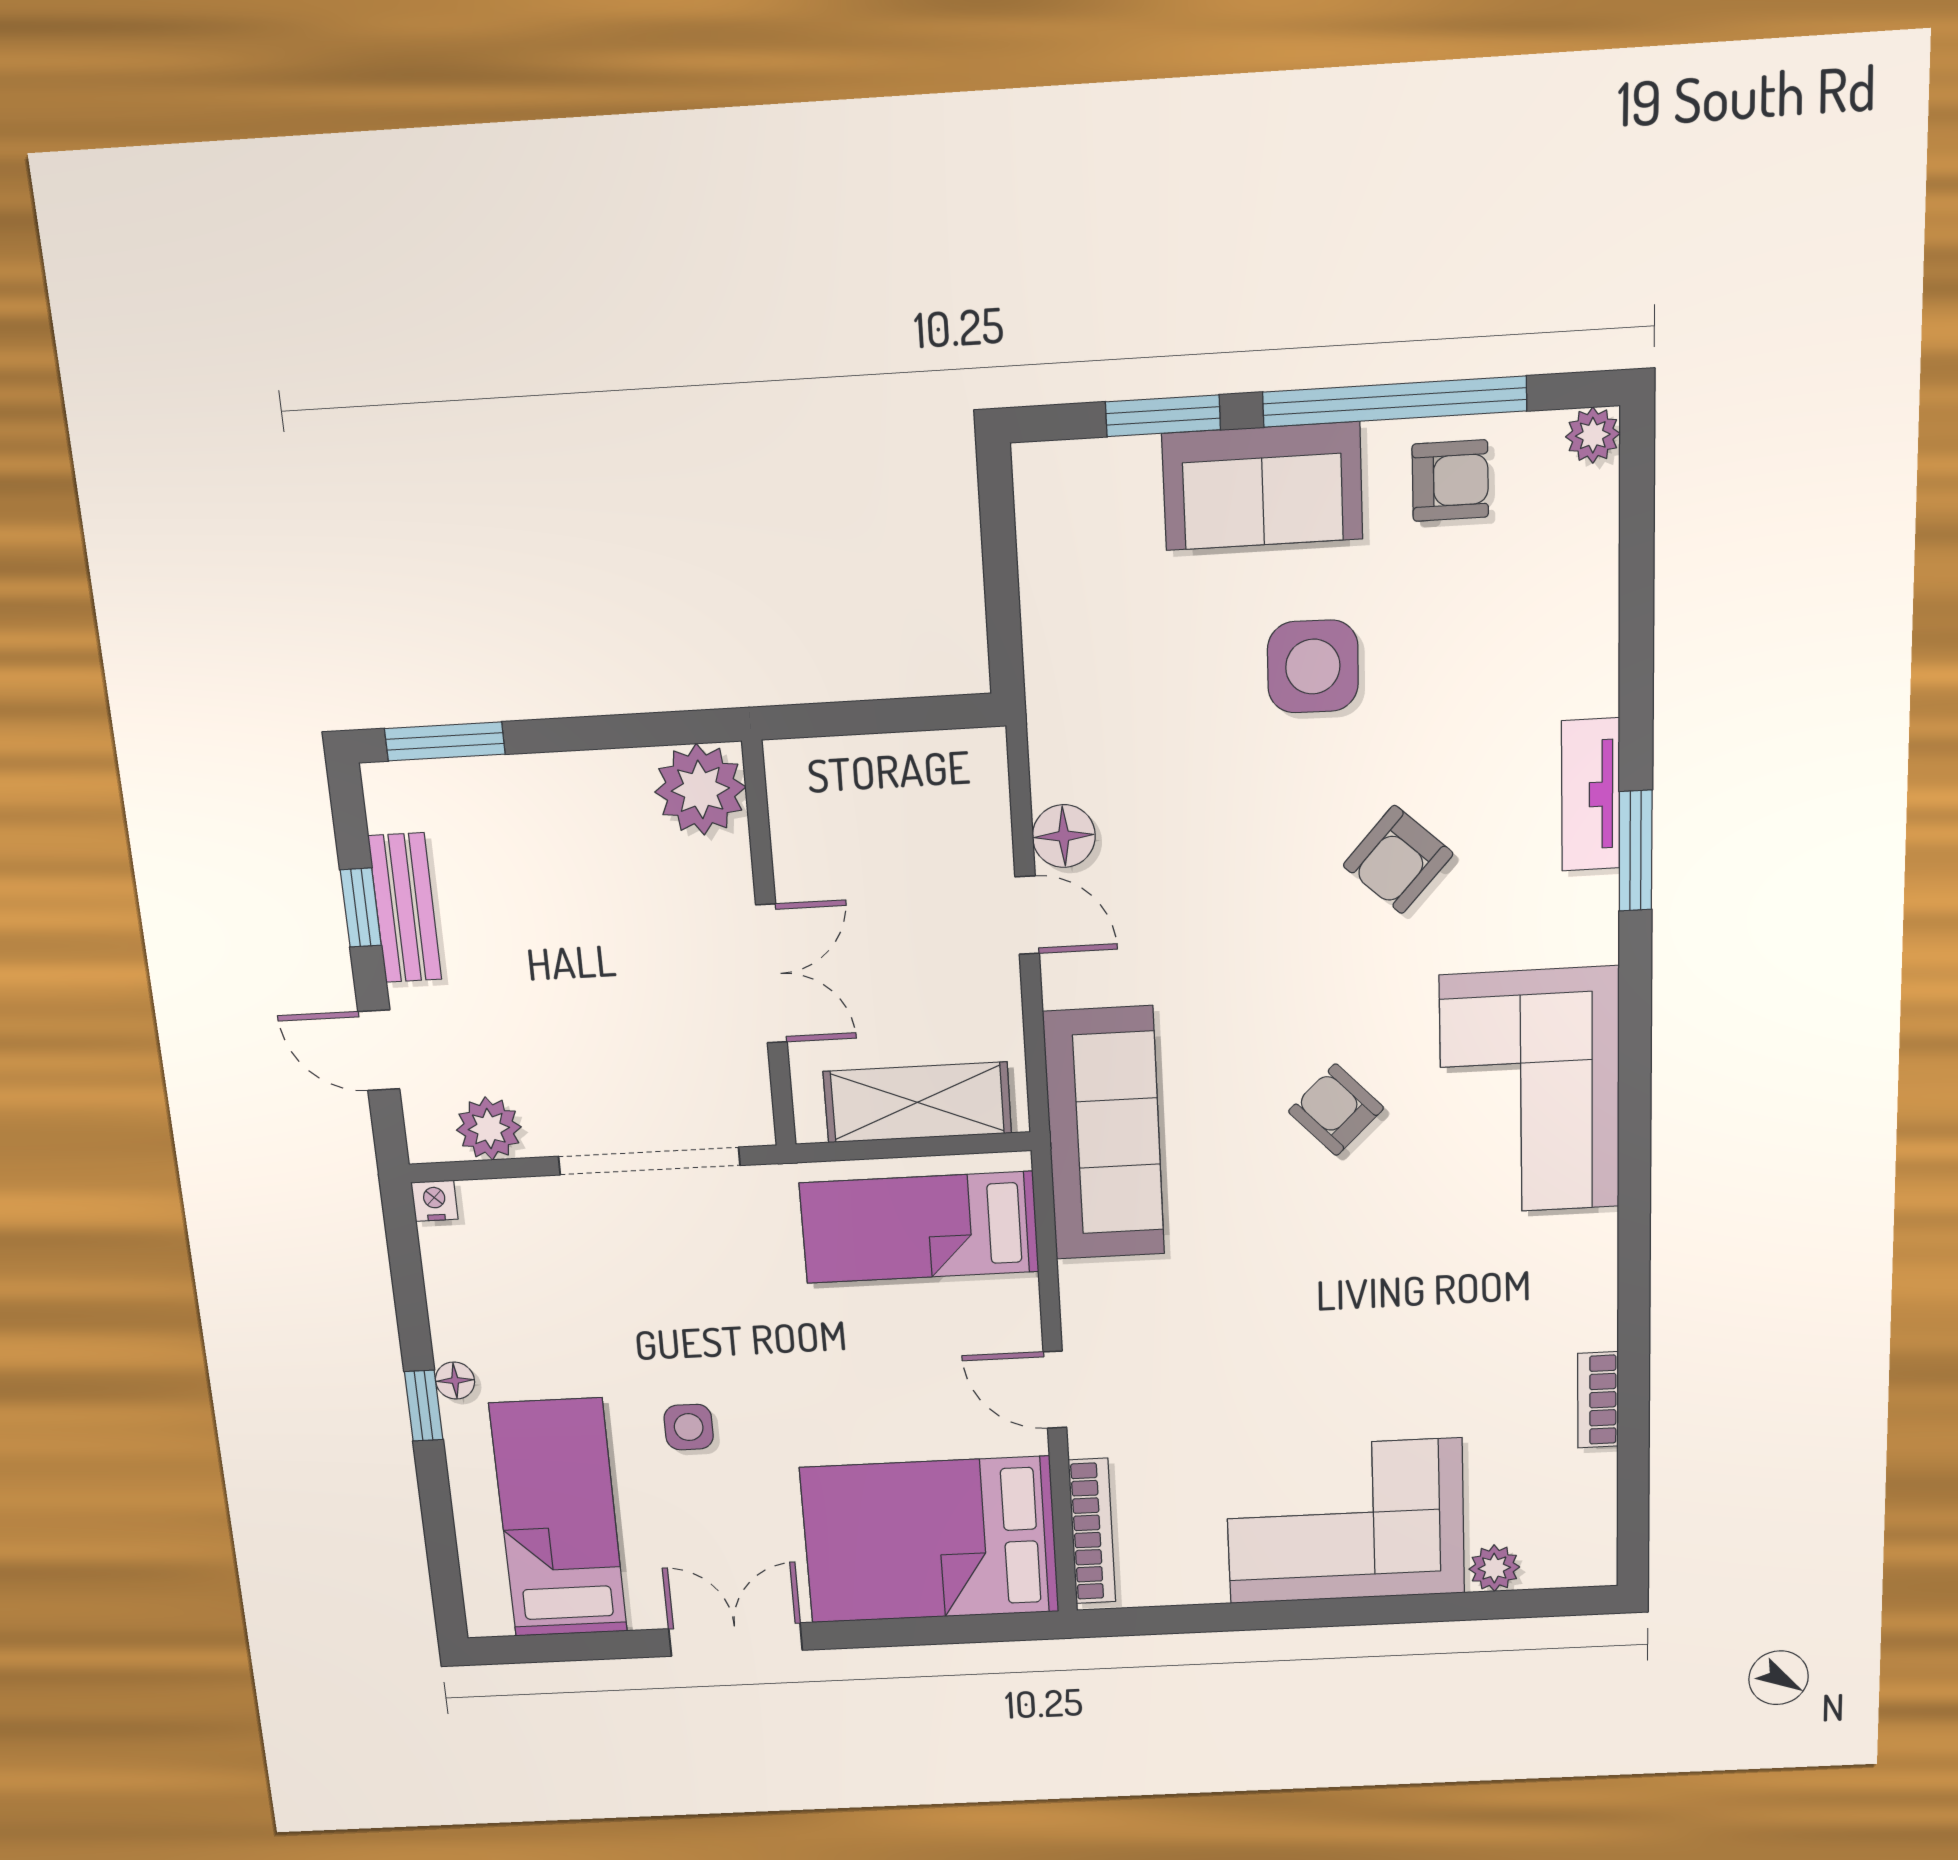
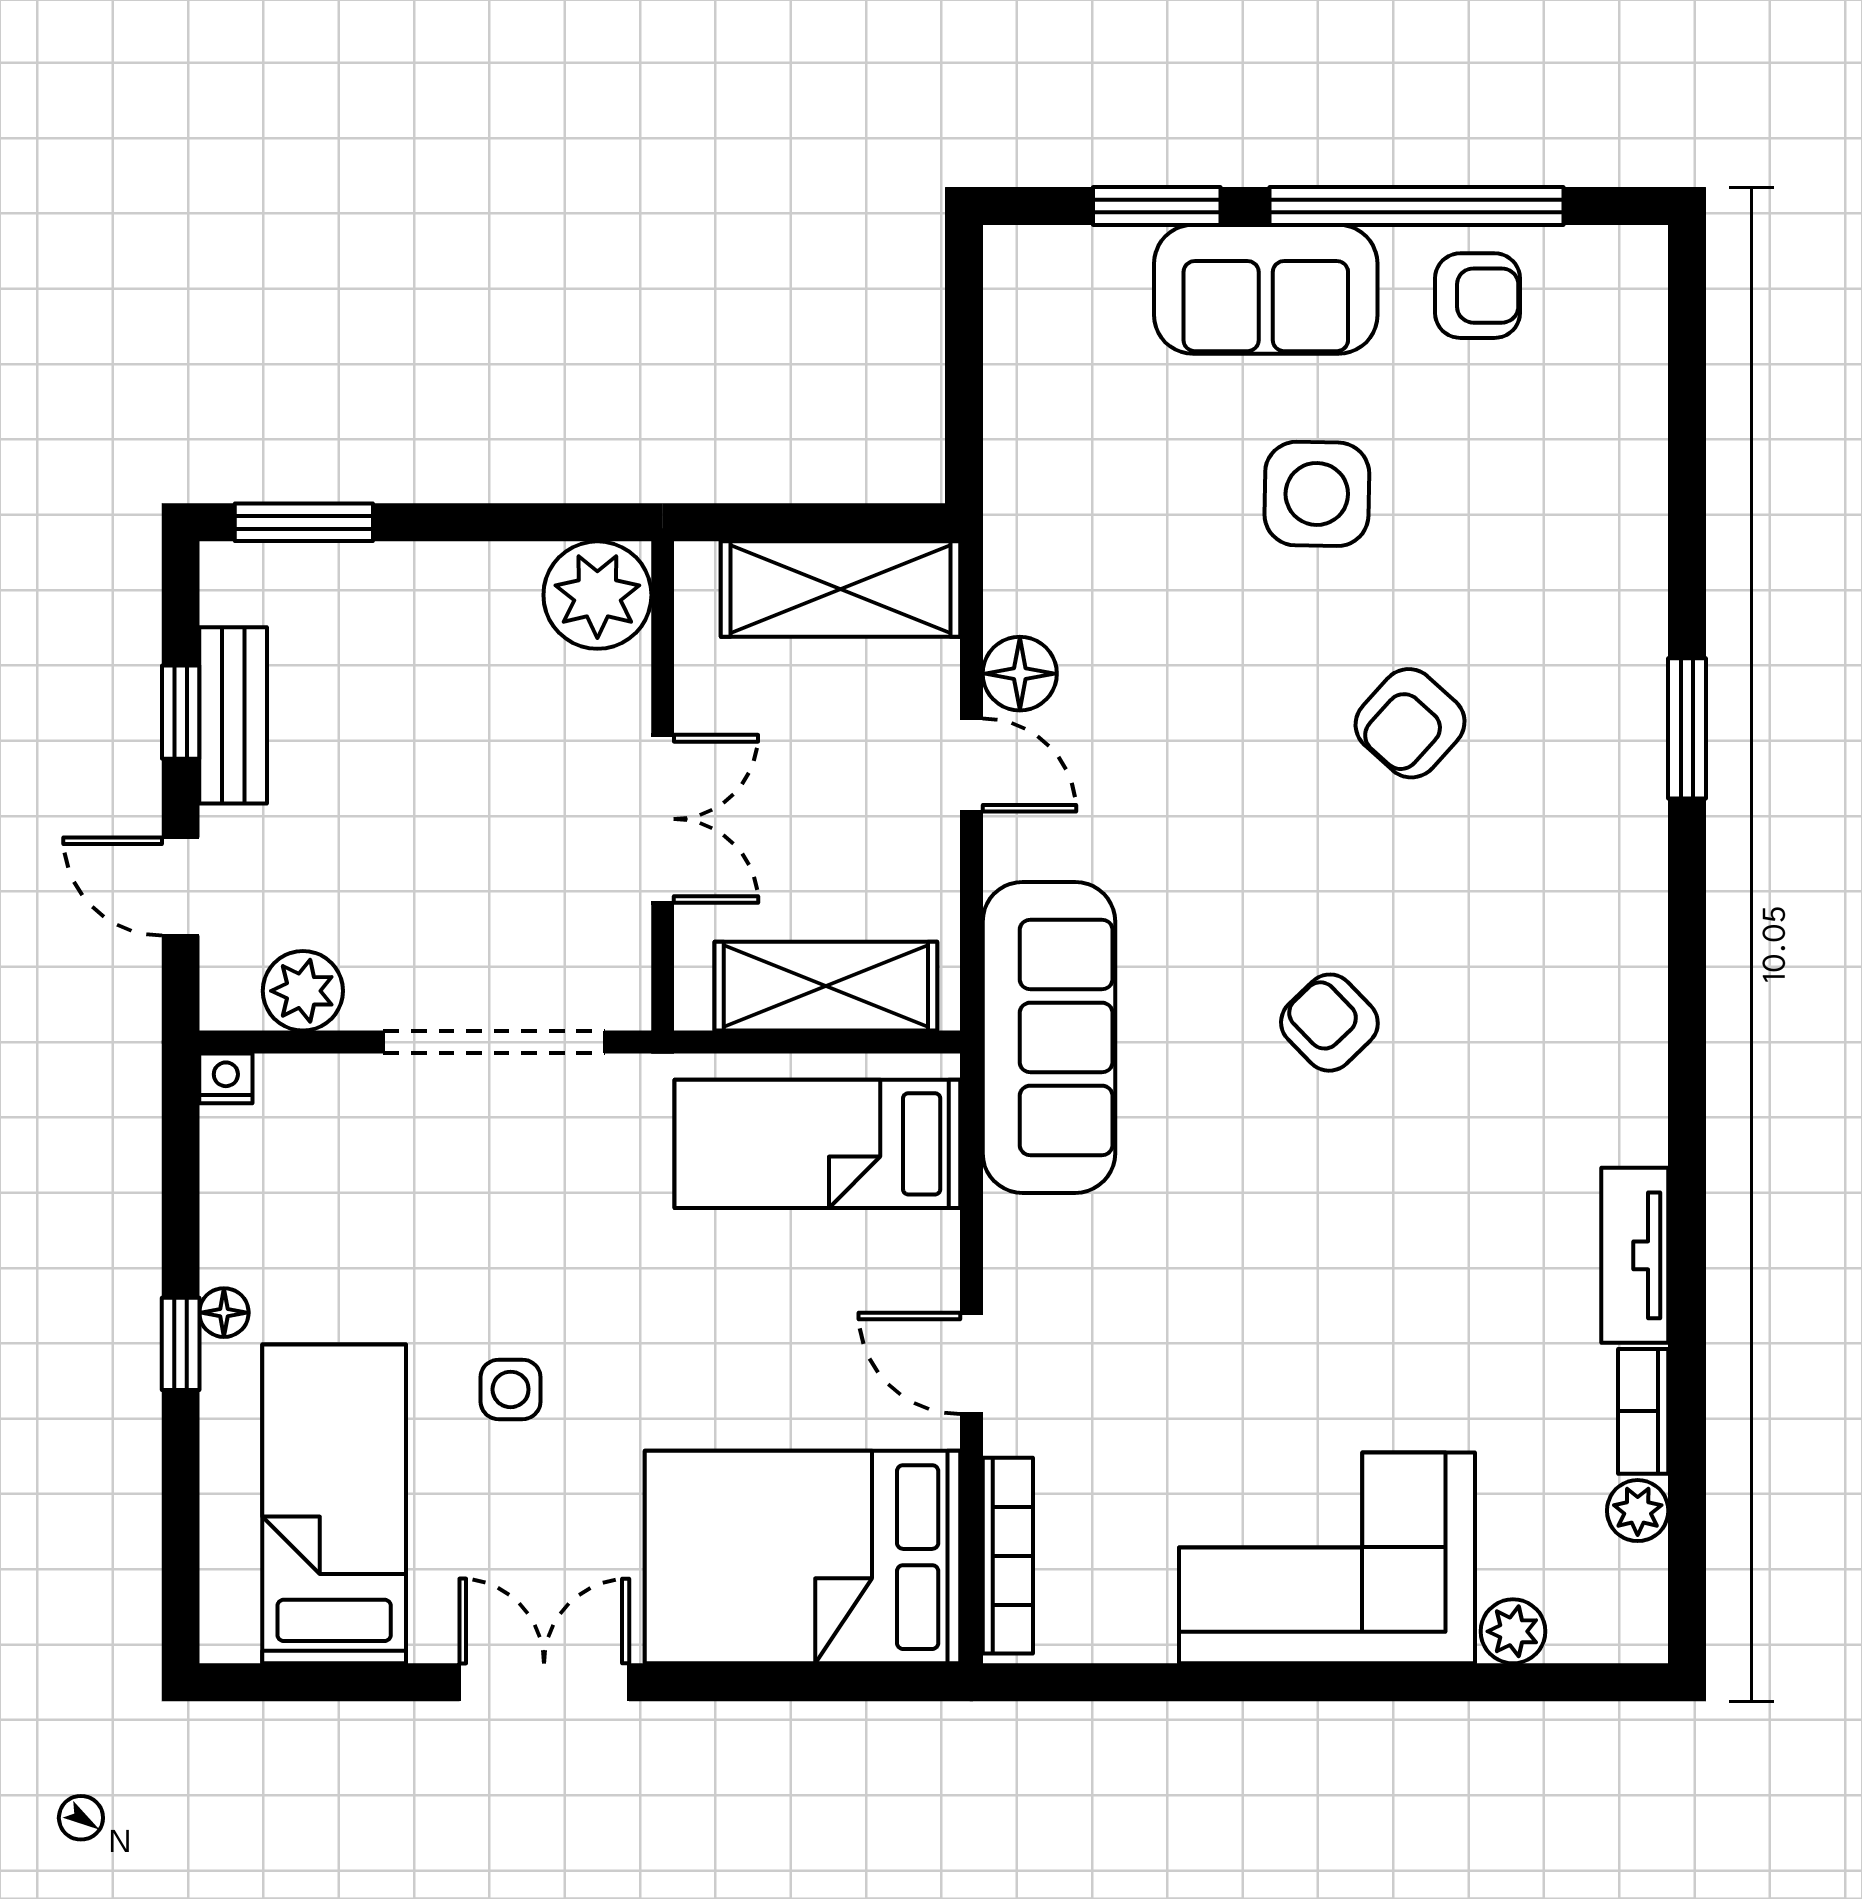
plant: (1593, 435) -> (1638, 1511), moved
shelving: (907, 773) -> (841, 589), added
tv unit: (1591, 795) -> (1635, 1255), moved
corner sofa: (1530, 1092) -> (1562, 1013), removed

